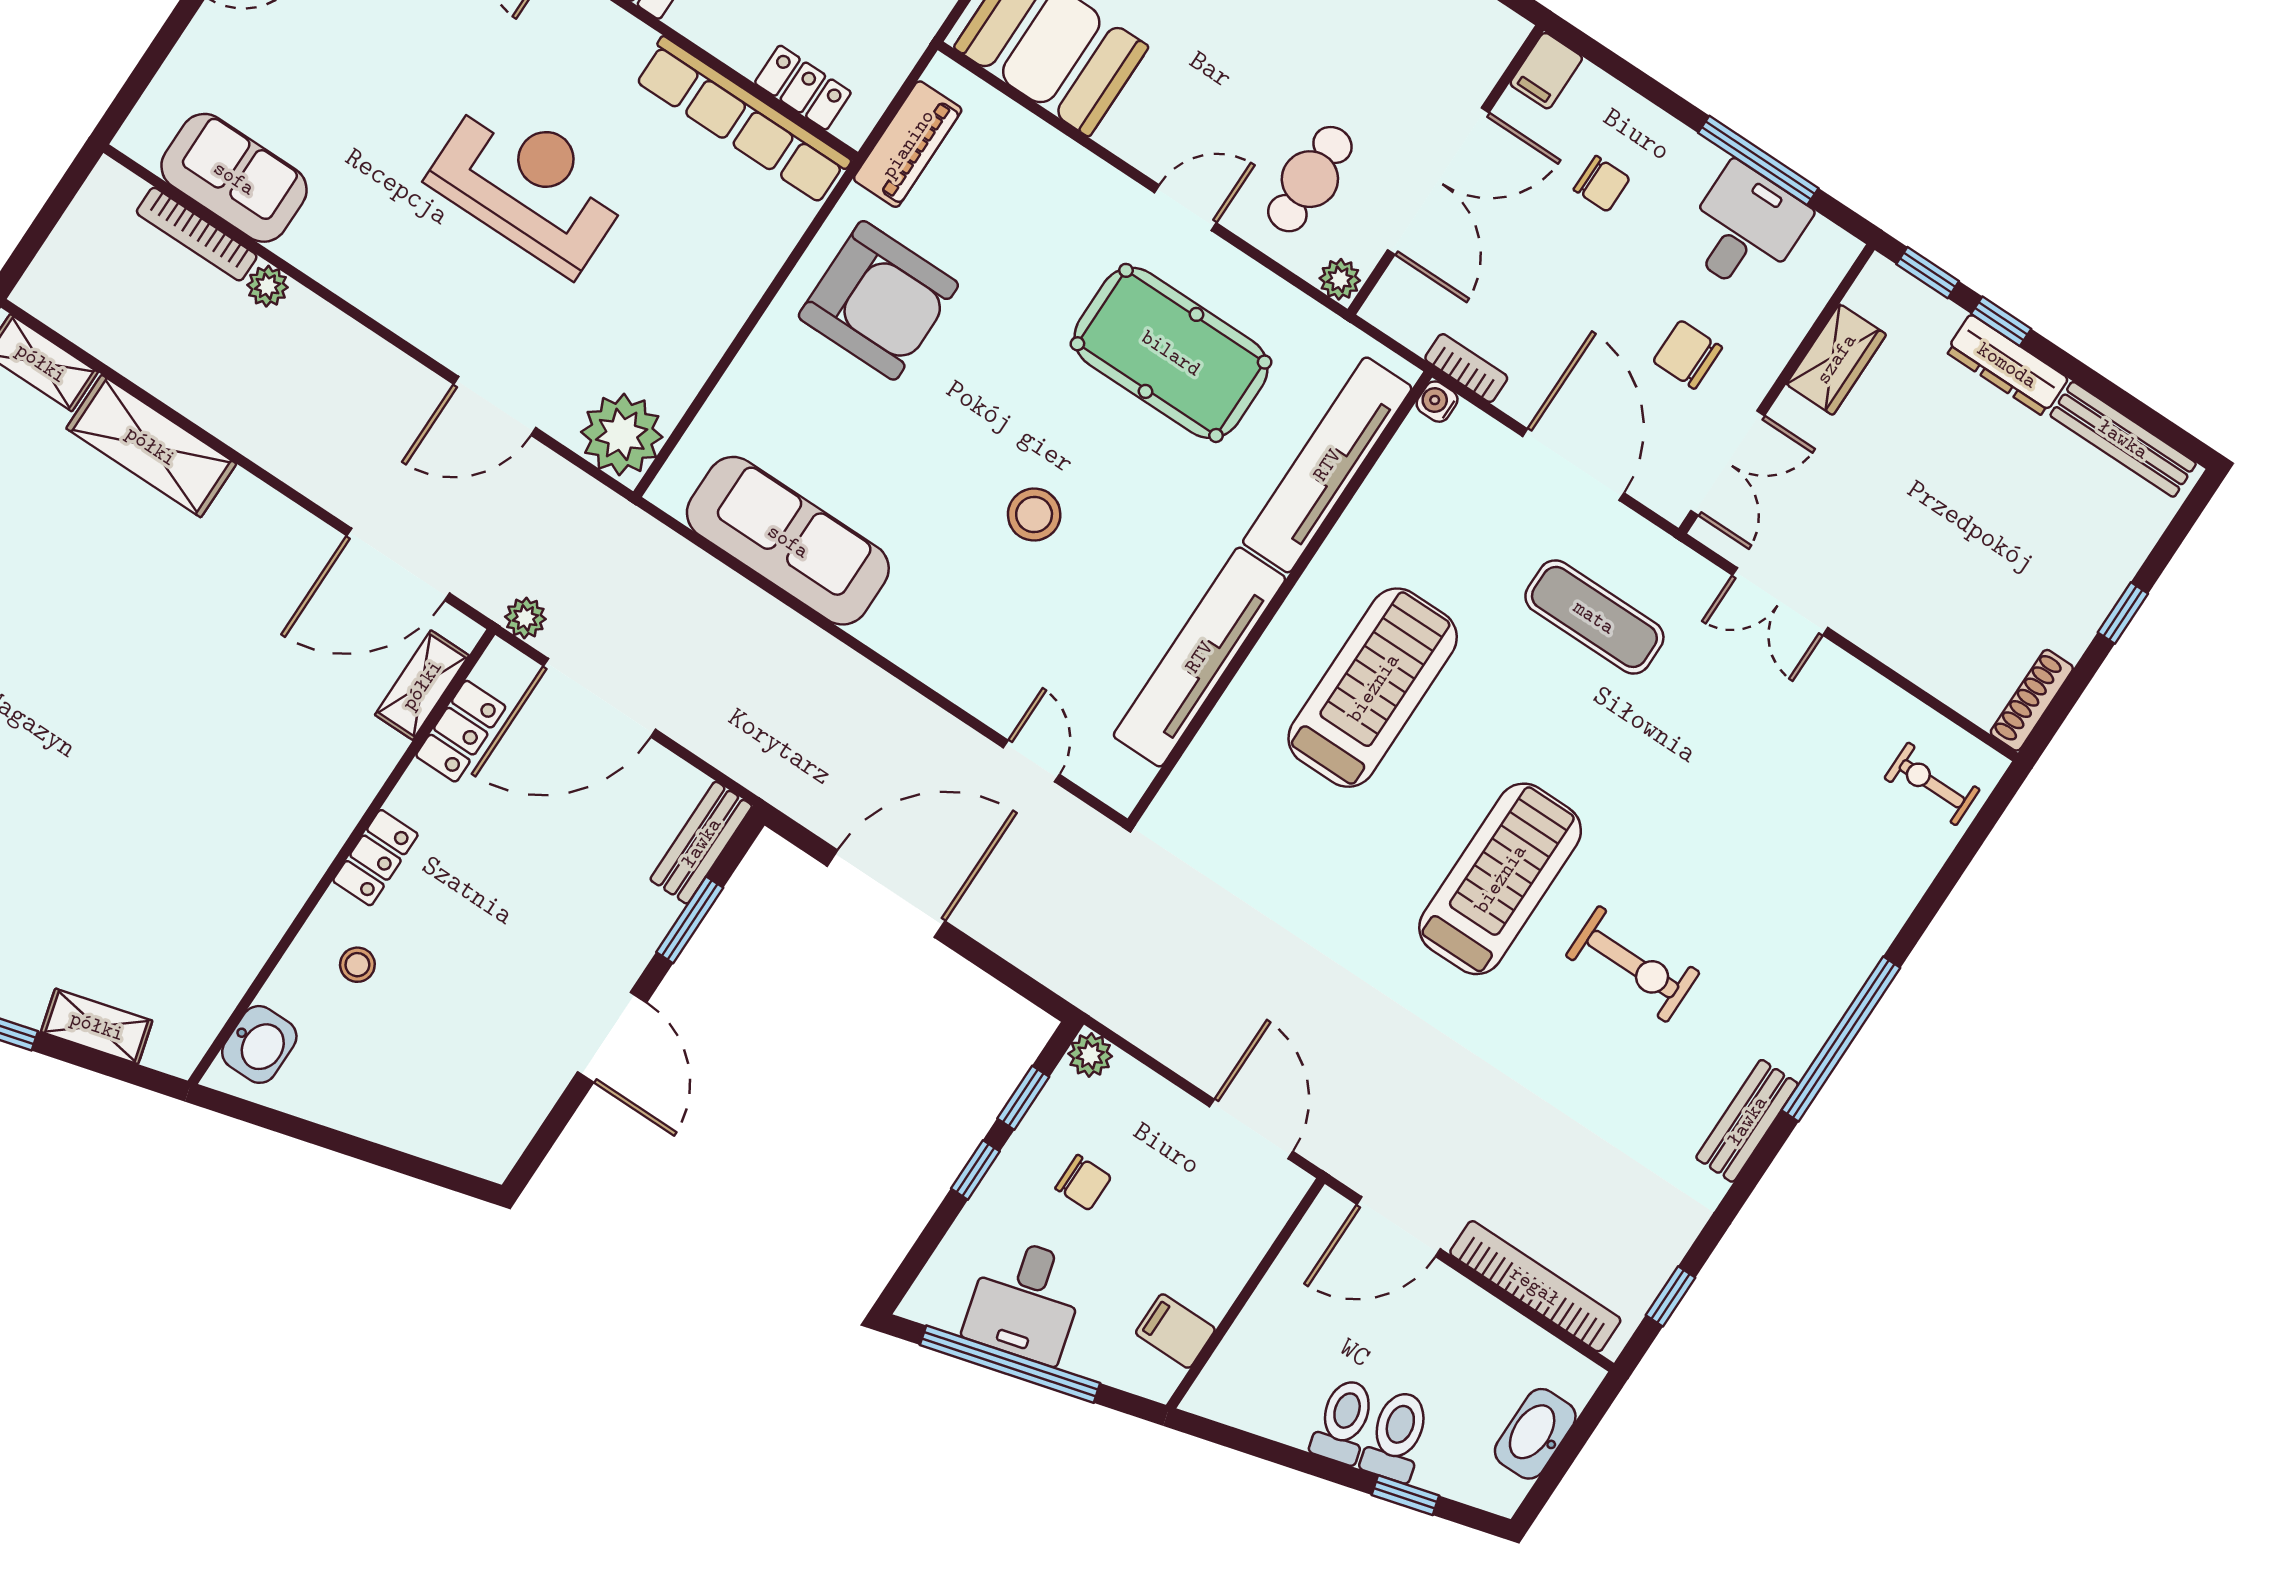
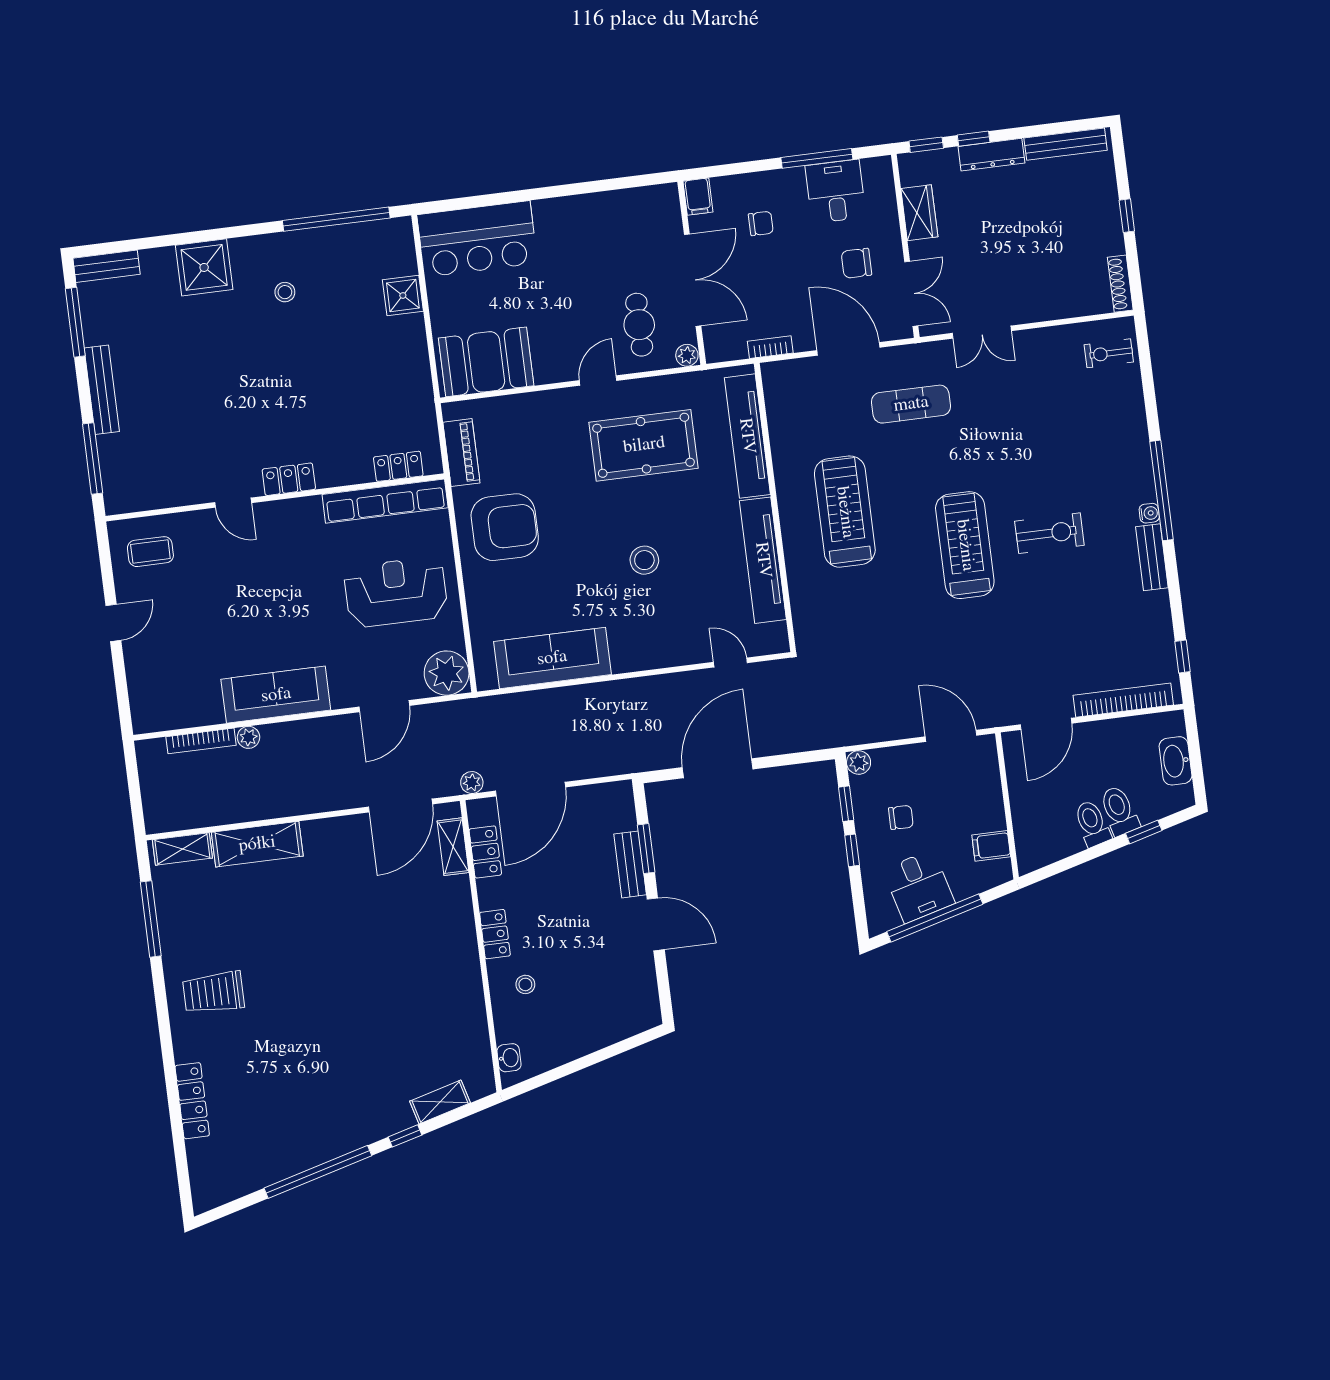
sofa: (234, 178) -> (276, 695), moved, width x1.36
reception desk: (530, 184) -> (396, 592), moved
water cooler: (1437, 402) -> (1149, 513), moved, turned 180
bench: (701, 843) -> (630, 864), moved
washbasin: (259, 1044) -> (509, 1058), width x0.72, depth x0.69

